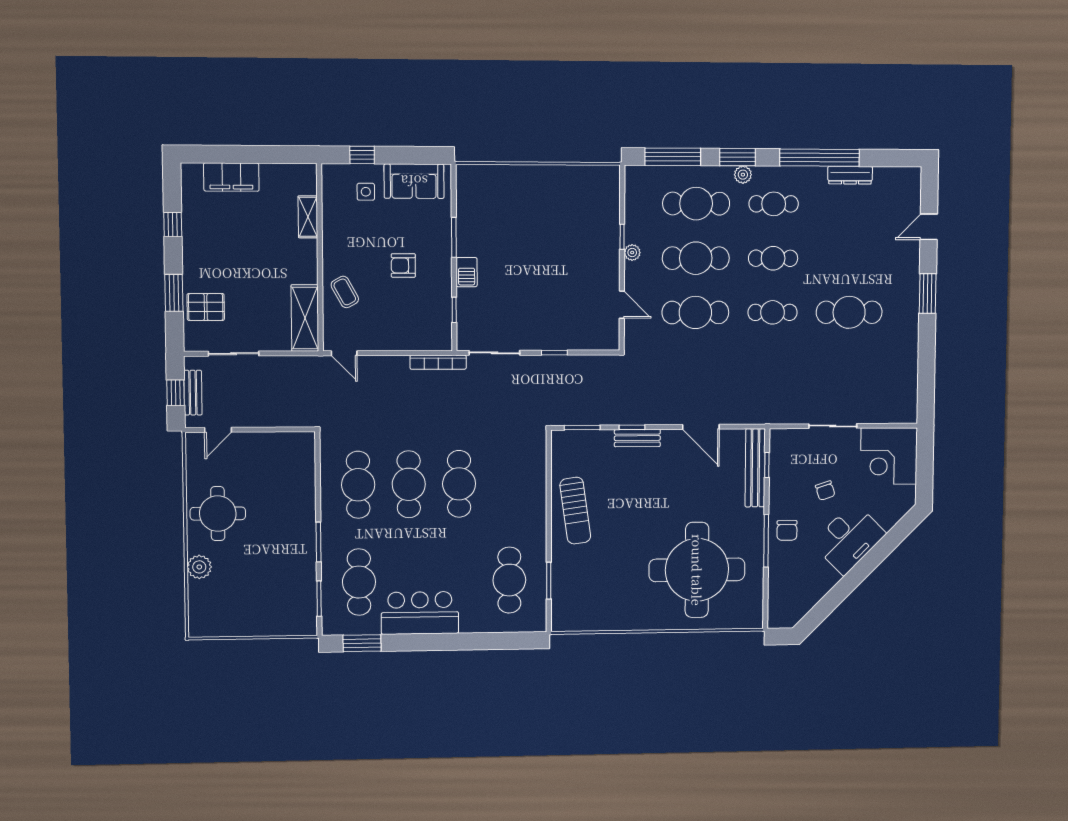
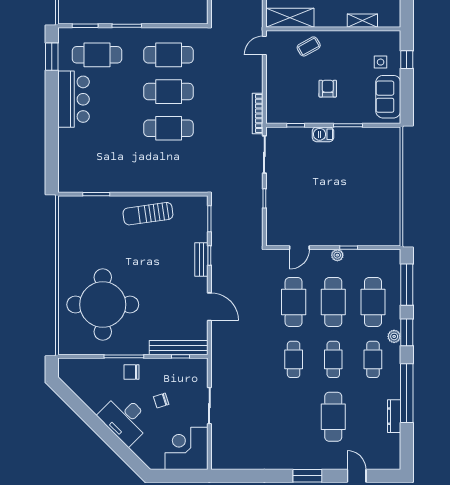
cafe table: (849, 312) -> (333, 417), moved
door: (701, 427) -> (209, 307), swing flipped
cafe table: (509, 580) -> (97, 165), removed

